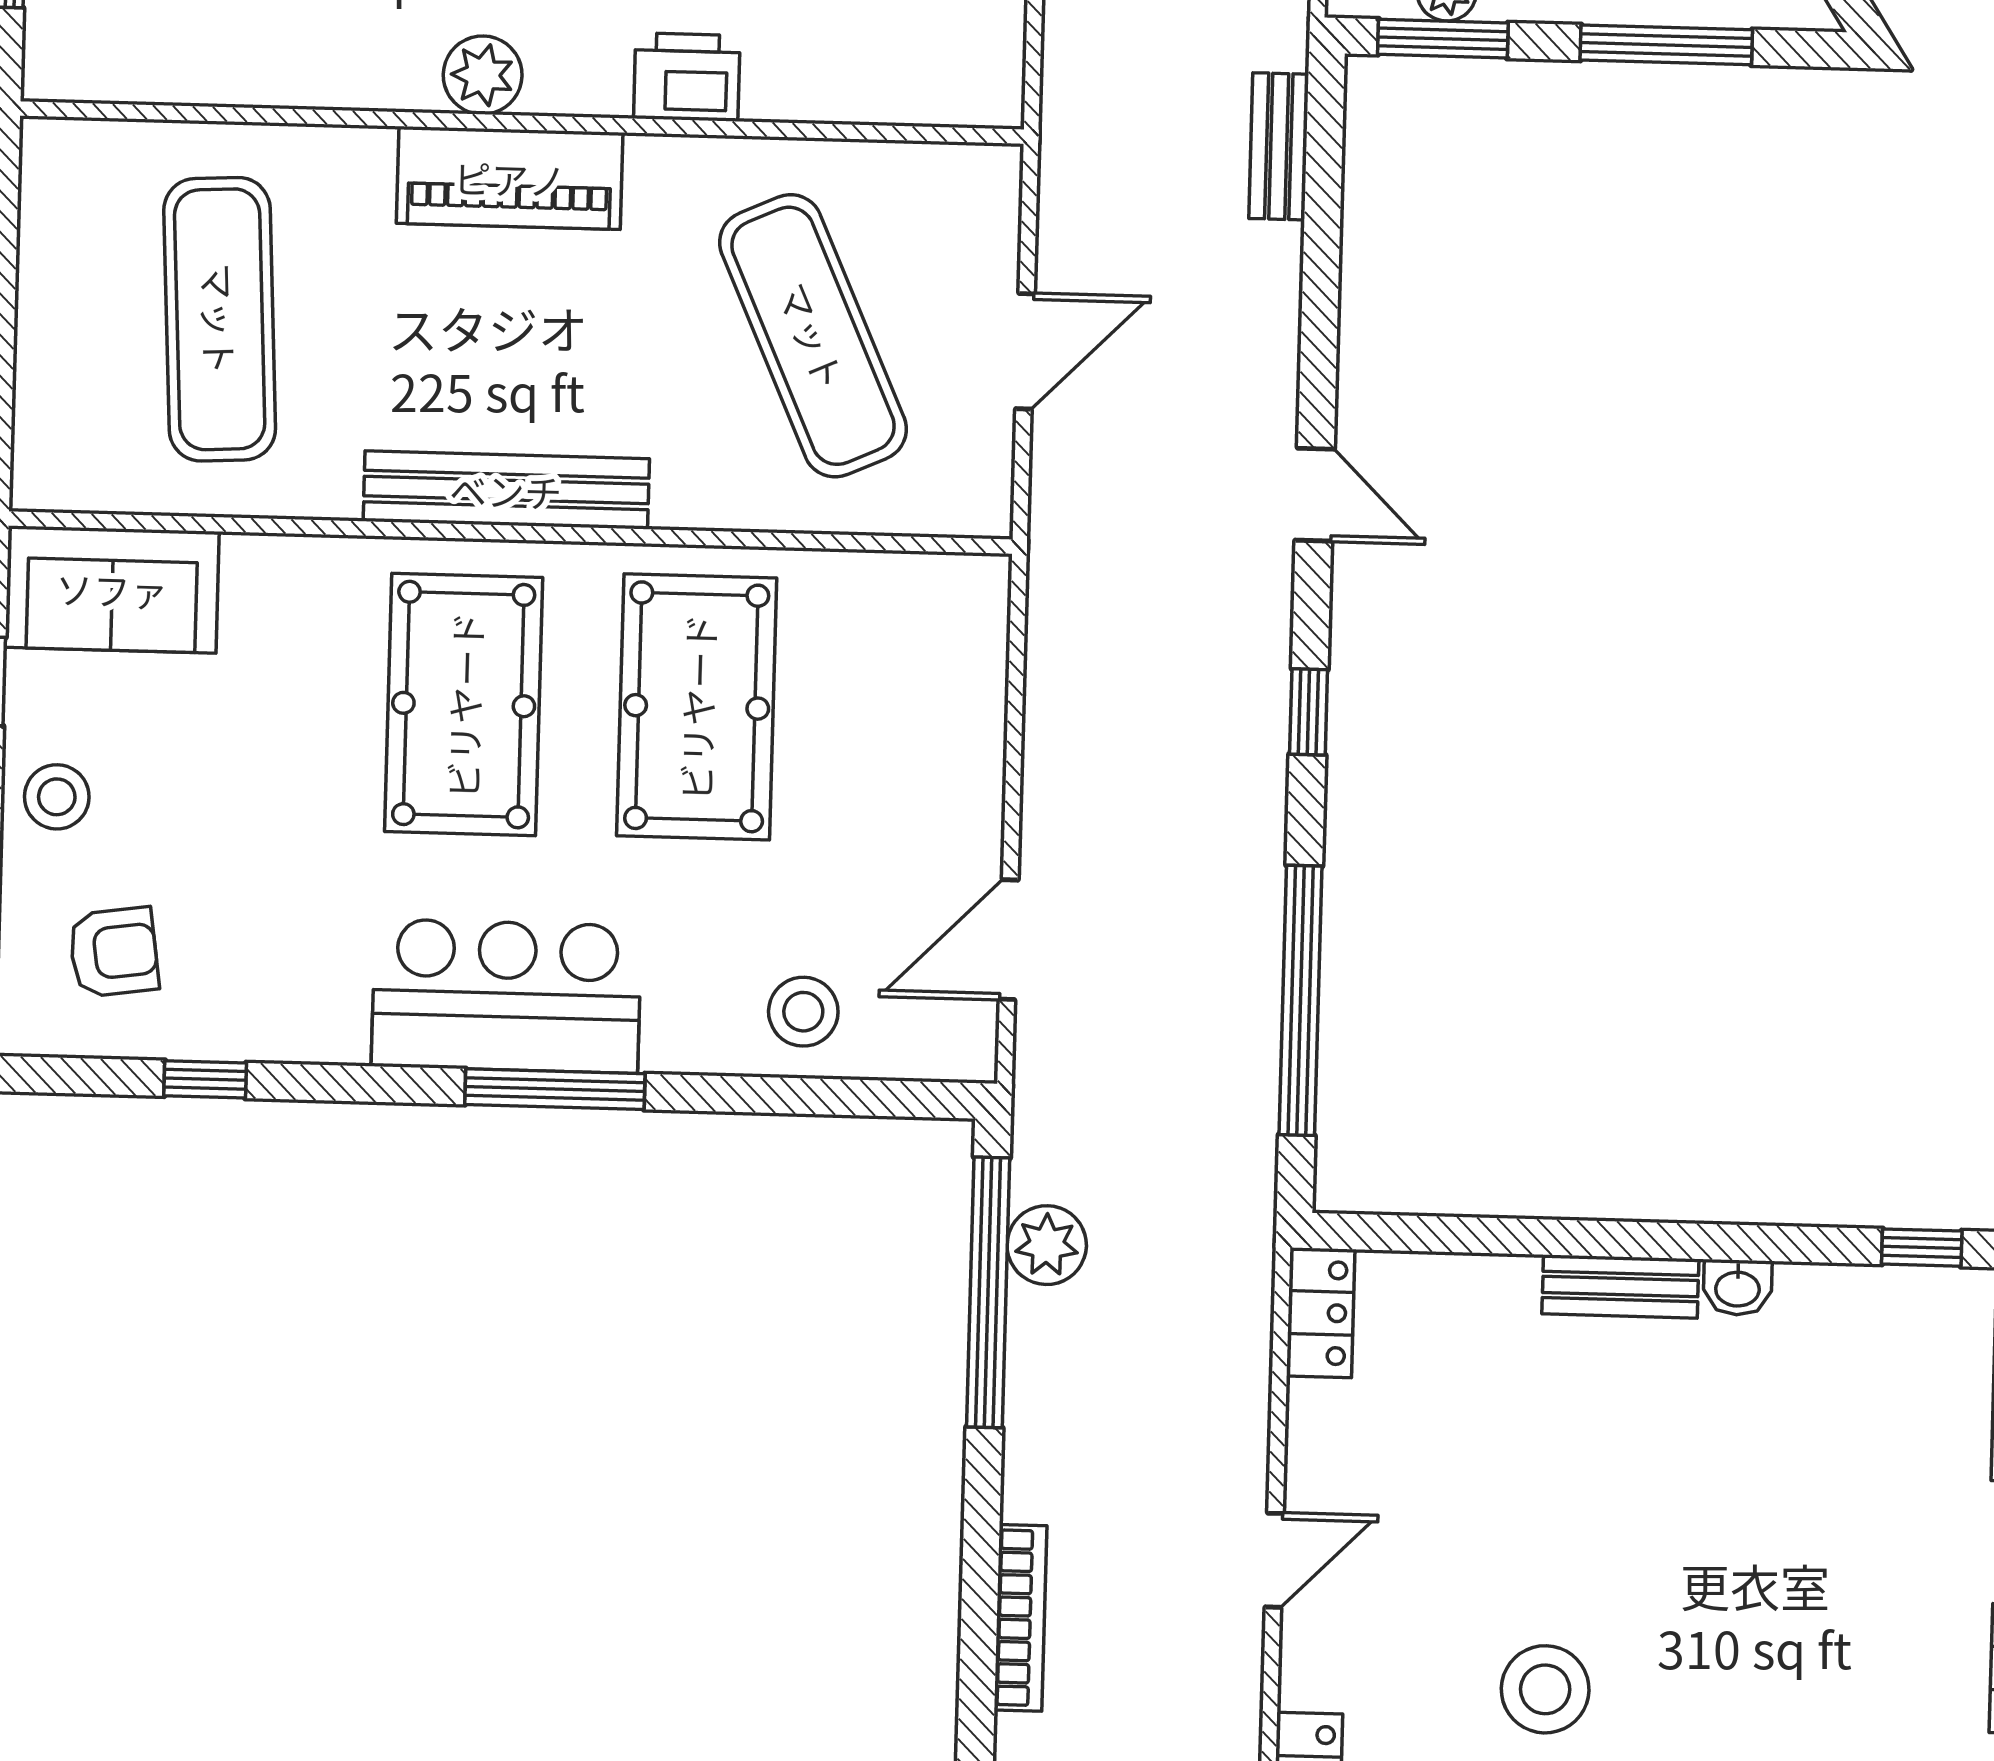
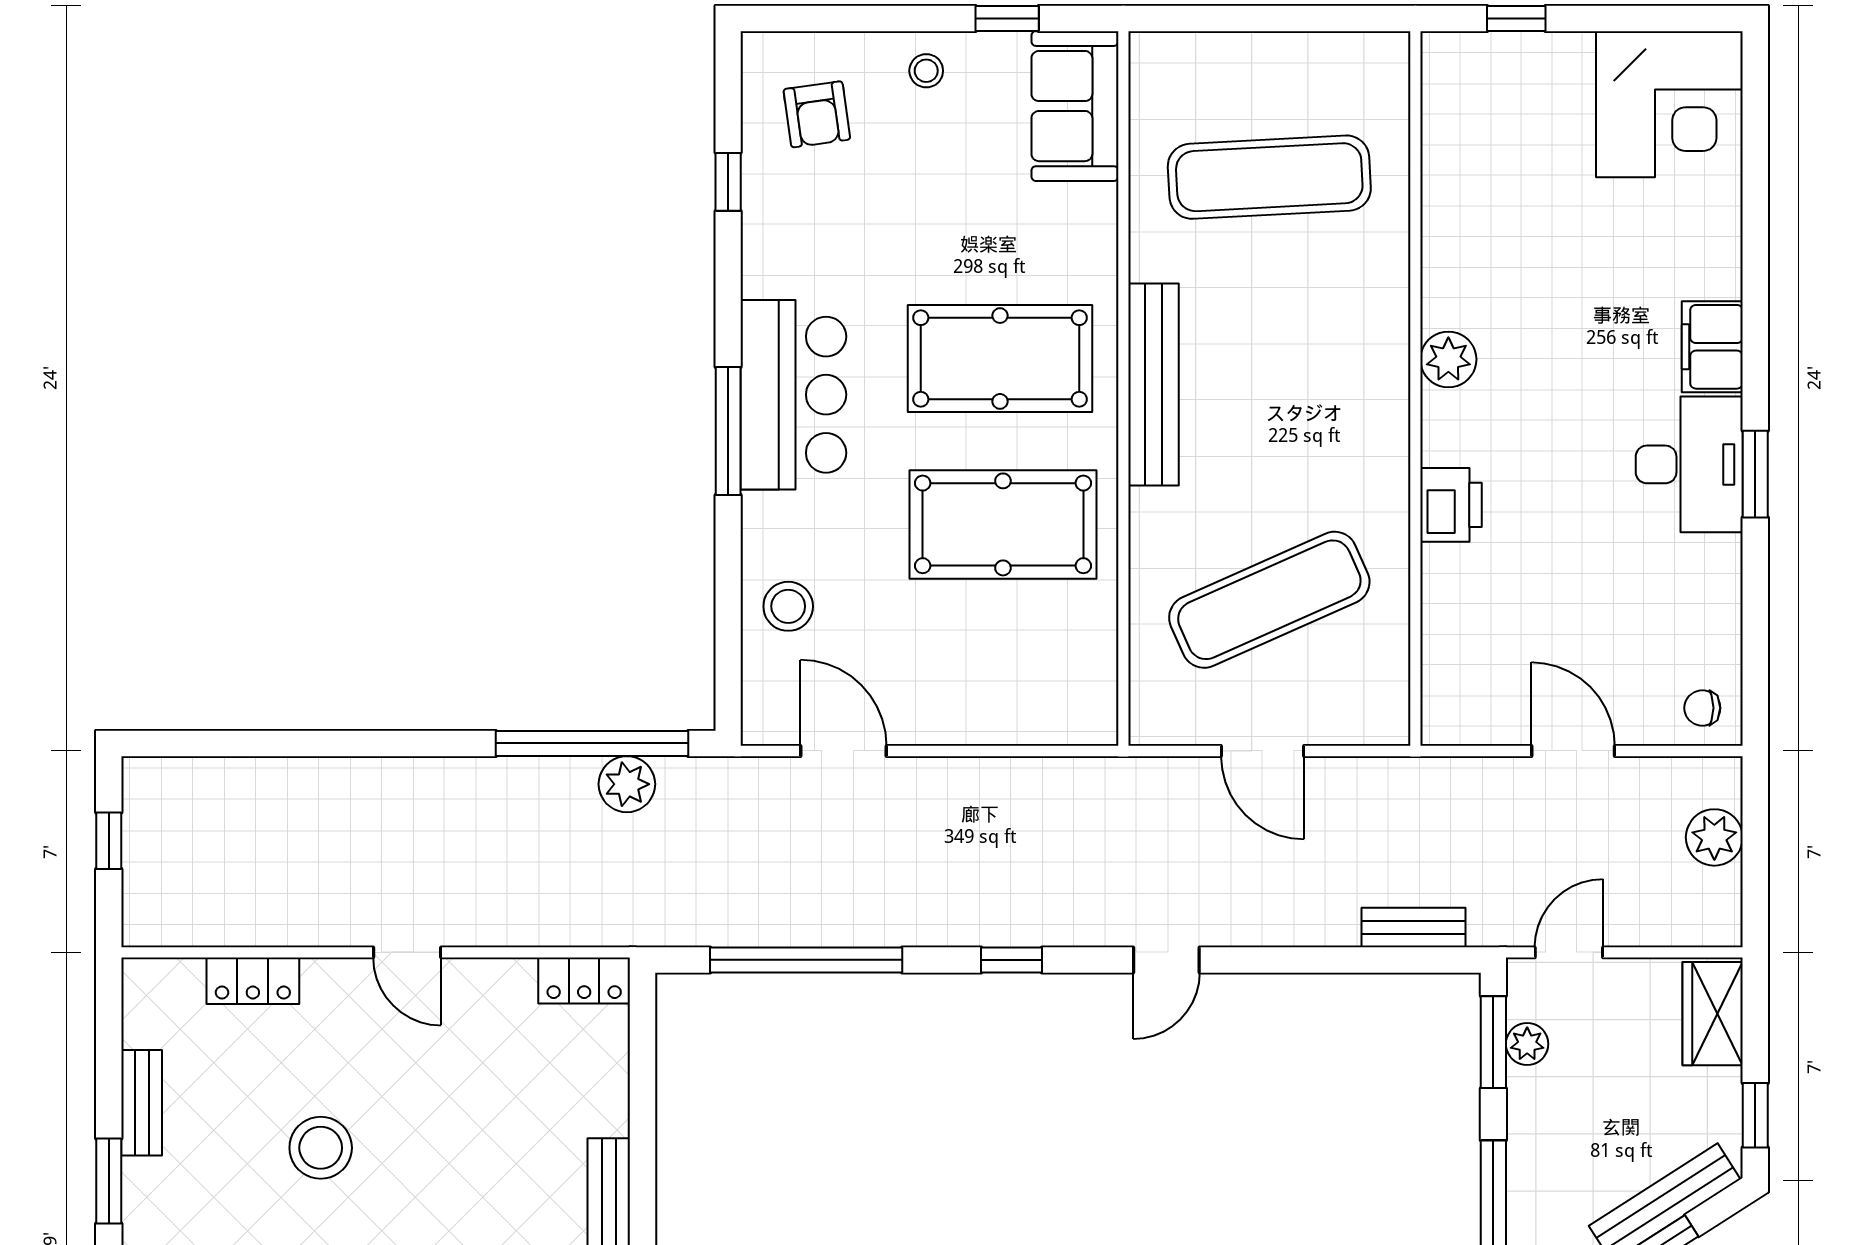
piano: (510, 178) -> (1376, 381), removed
stool: (57, 797) -> (926, 71), width x0.73, depth x0.73
bookcase: (1021, 1618) -> (361, 773), removed

